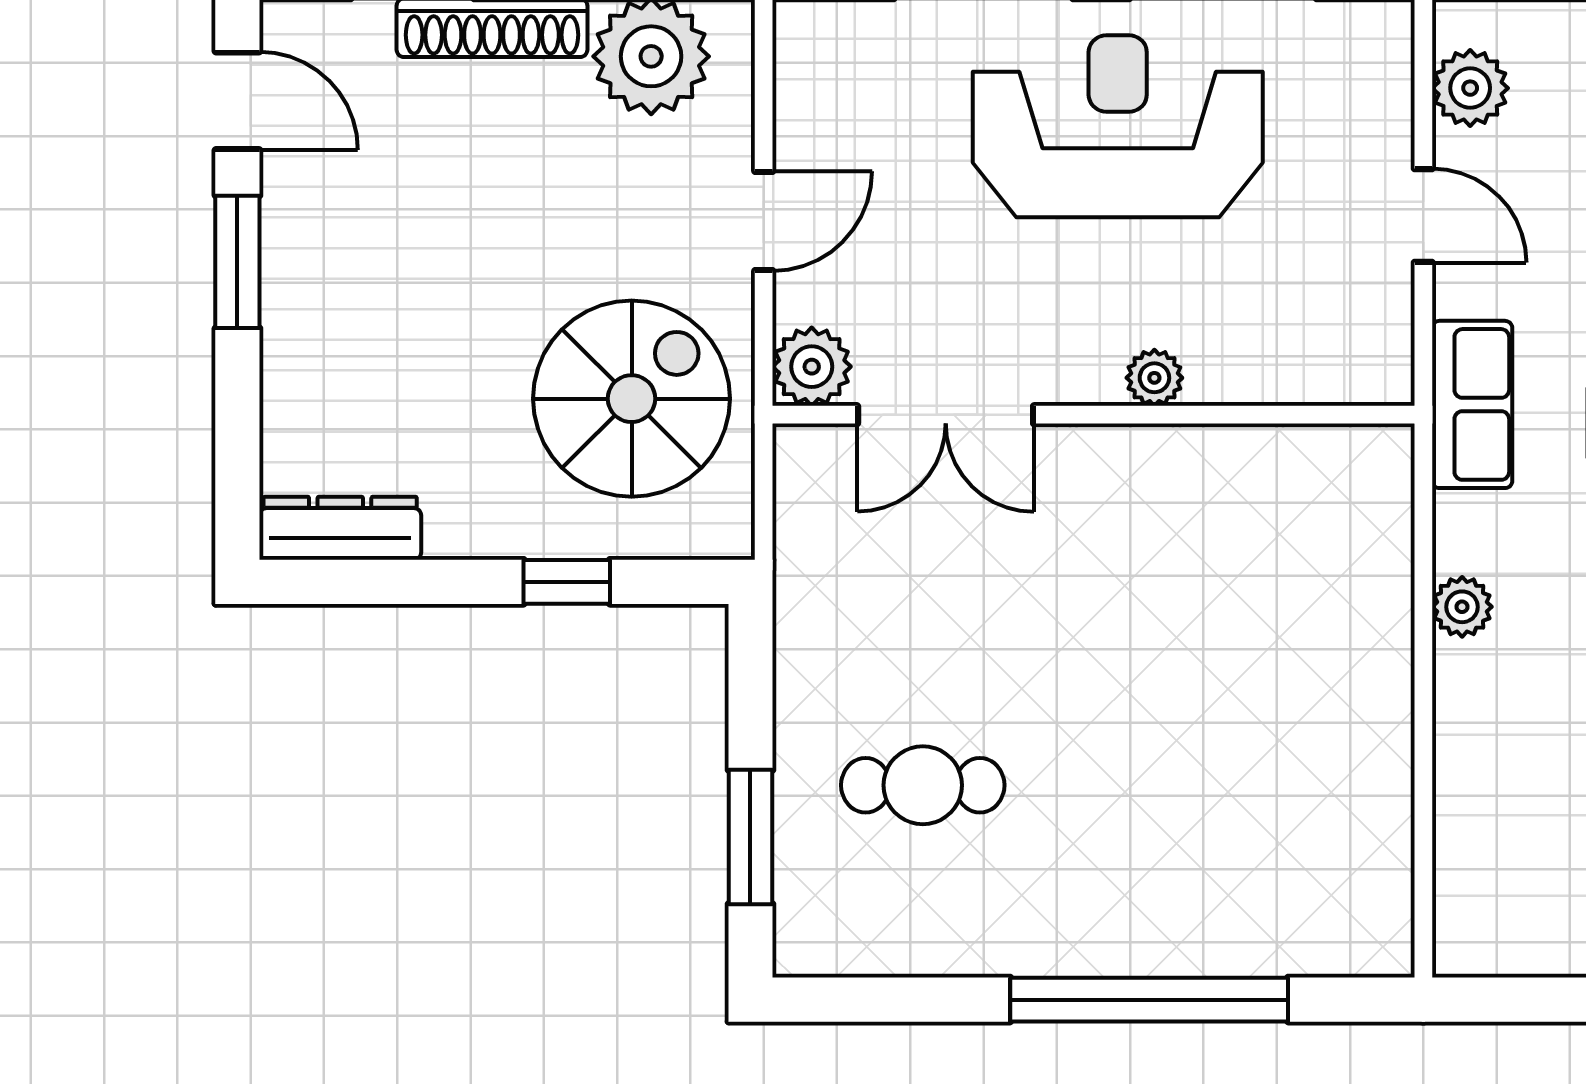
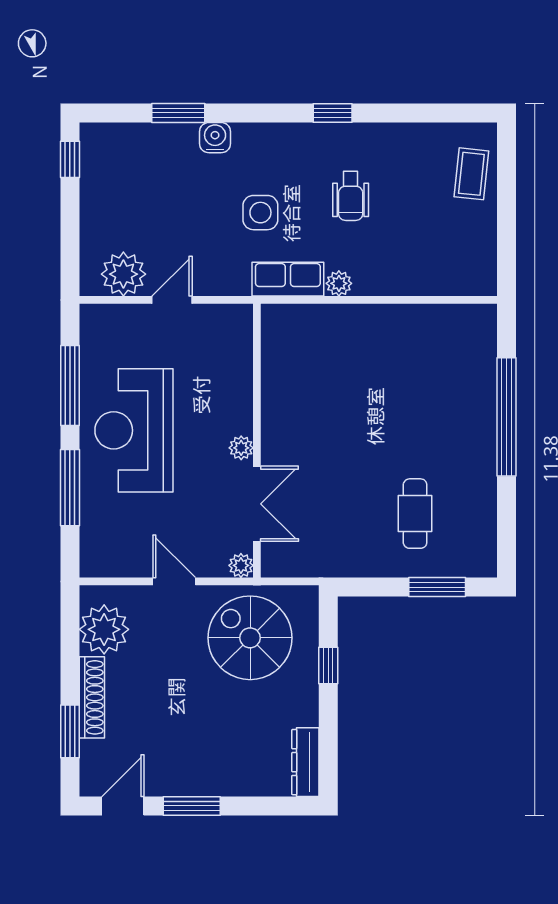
plant: (1470, 88) -> (123, 274), width x1.36, depth x1.36
plant: (812, 367) -> (241, 565), width x0.73, depth x0.73
plant: (1154, 378) -> (241, 448), moved
row of seats: (1472, 404) -> (288, 279), moved

